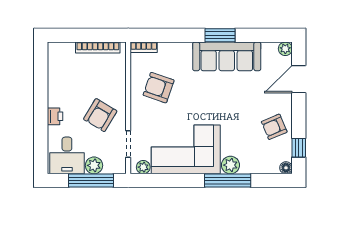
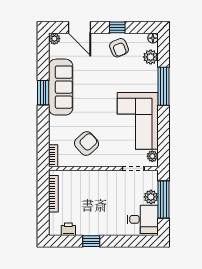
armchair: (159, 88) -> (87, 143), turned -151
window: (41, 93) -> (91, 241), added
armchair: (100, 115) -> (109, 192), removed
printer: (55, 116) -> (68, 229), moved
window: (299, 148) -> (117, 27), moved
plant: (230, 165) -> (151, 57), moved

